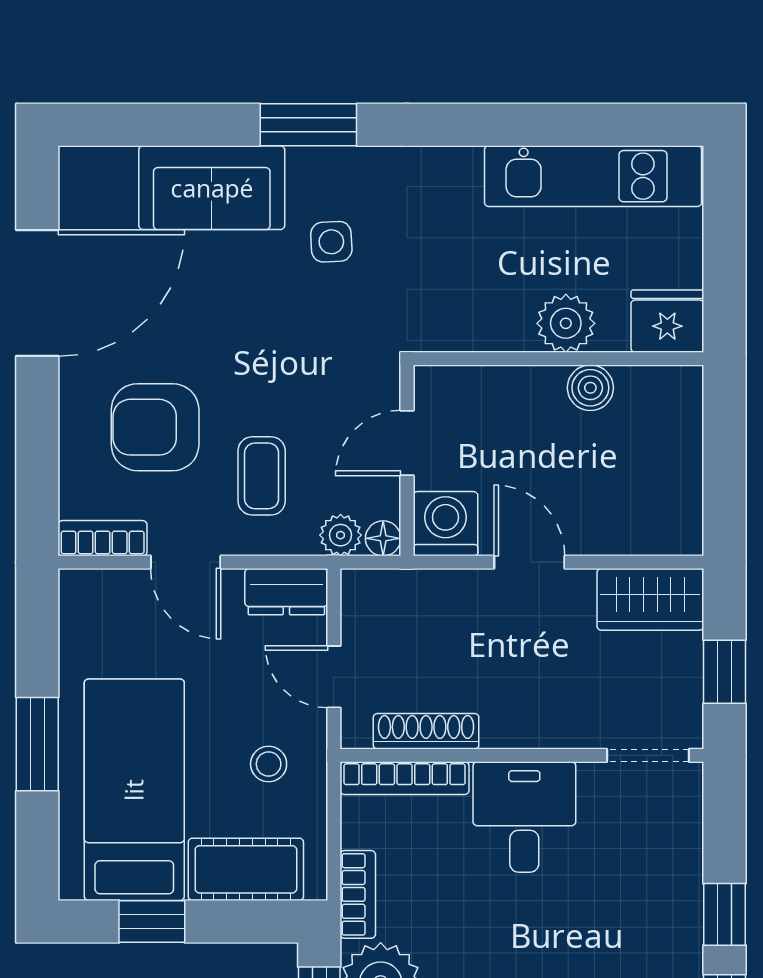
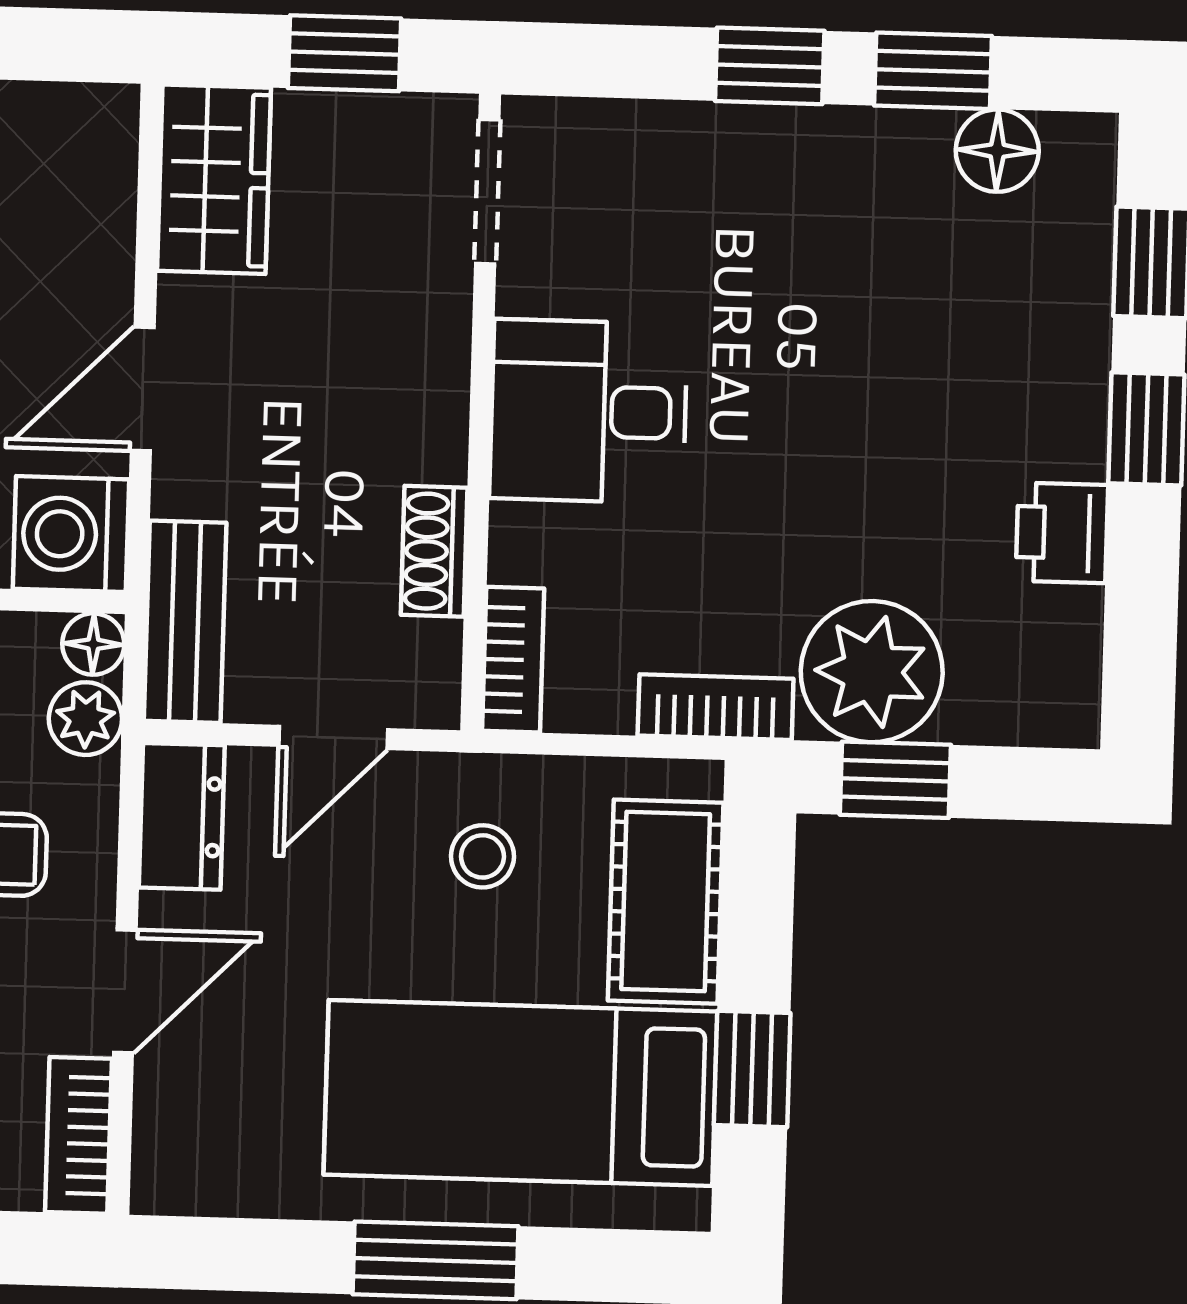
bench: (397, 590) -> (185, 622), added
shoe rack: (426, 731) -> (434, 551), width x0.70
bookcase: (405, 778) -> (513, 660), width x0.64

